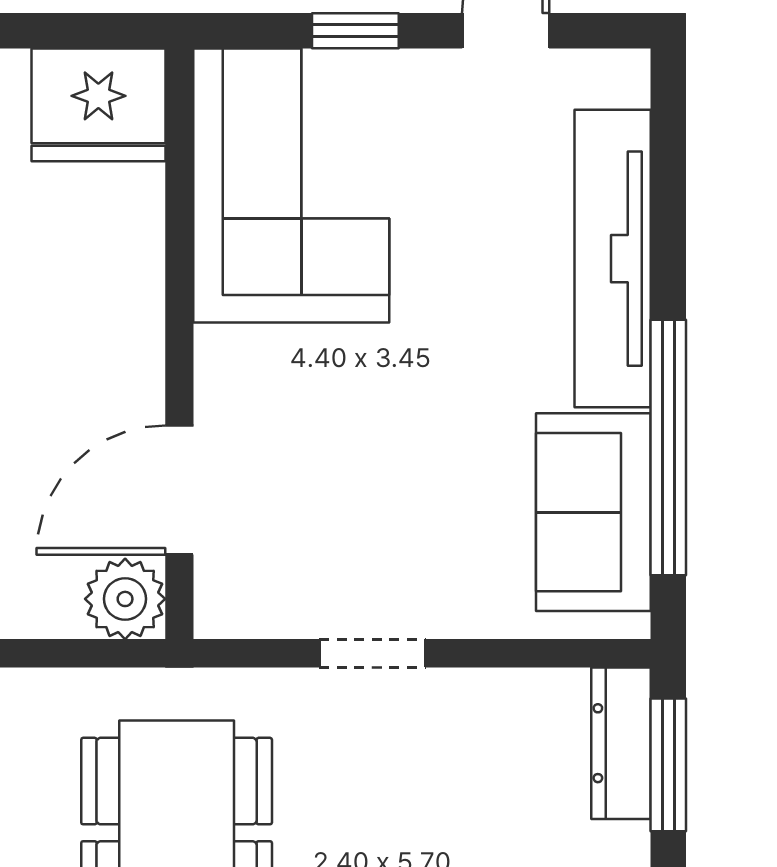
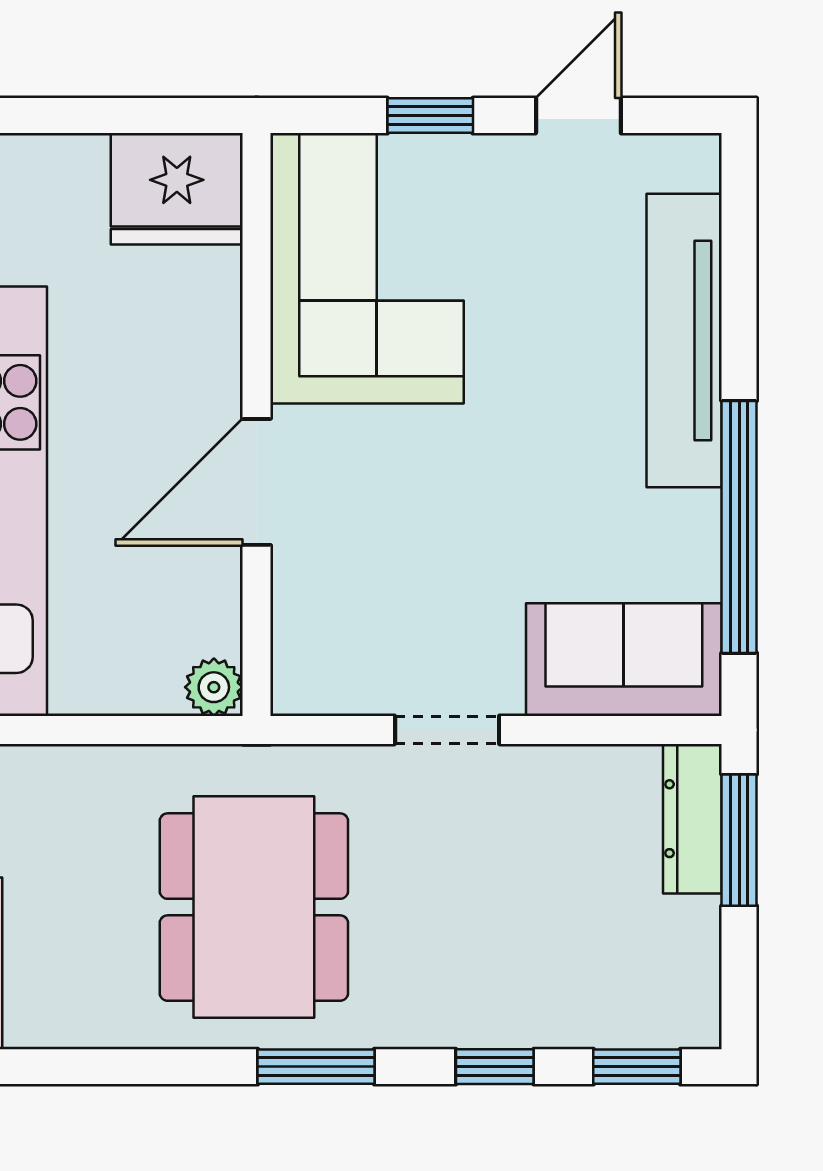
door: (179, 490) -> (257, 482), moved
sofa: (593, 512) -> (624, 660), moved, turned 90
plant: (125, 599) -> (214, 687), width x0.73, depth x0.73

